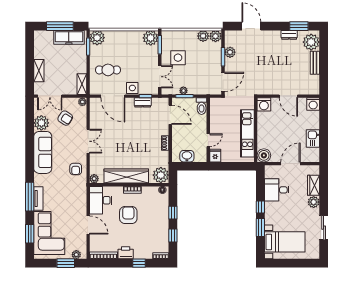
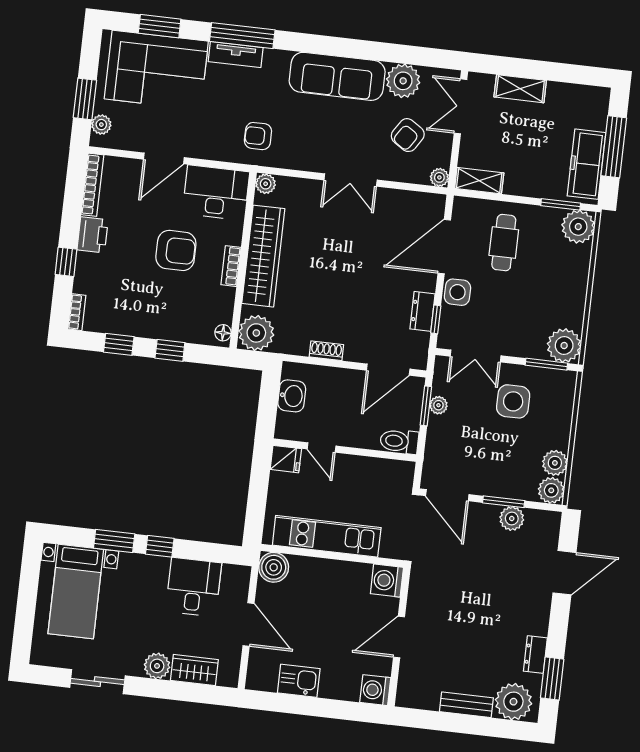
armchair: (76, 169) -> (258, 136), moved

